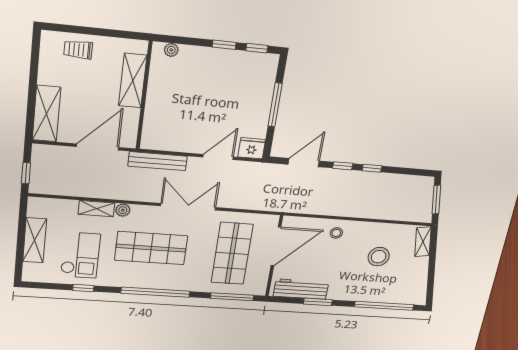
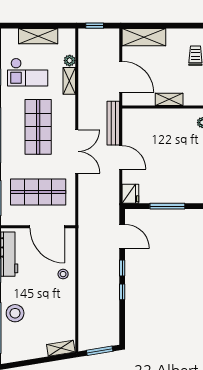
shelving: (133, 81) -> (169, 99), width x0.67, depth x0.75
door: (218, 157) -> (121, 157), moved
plant: (123, 210) -> (70, 61), moved
stool: (379, 257) -> (15, 313), moved

